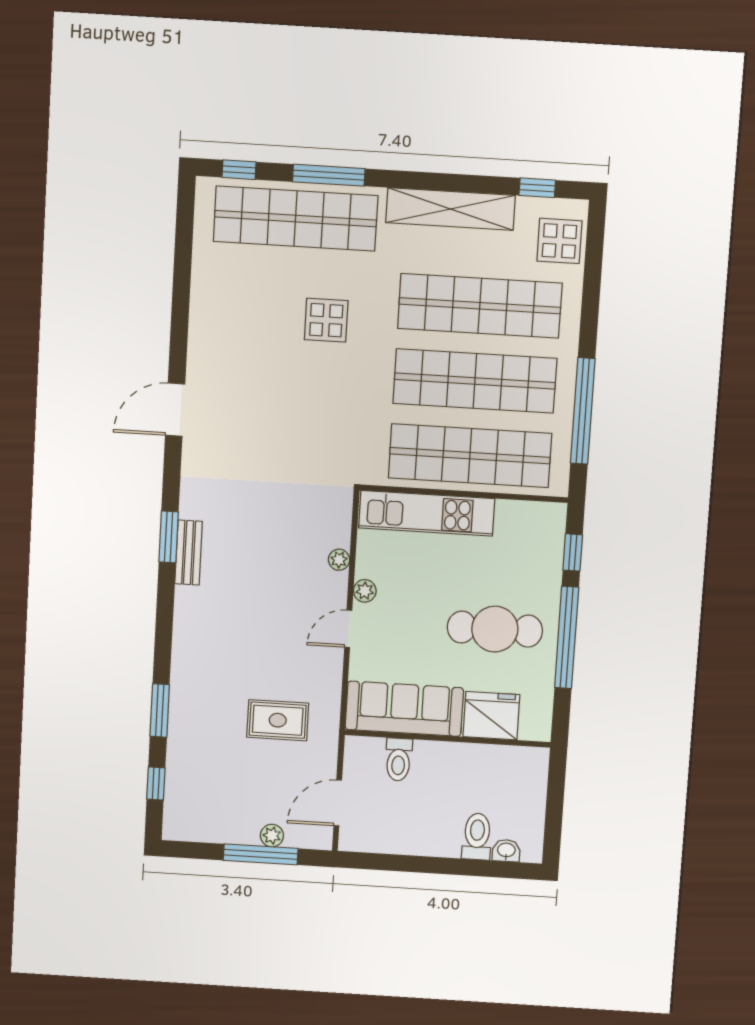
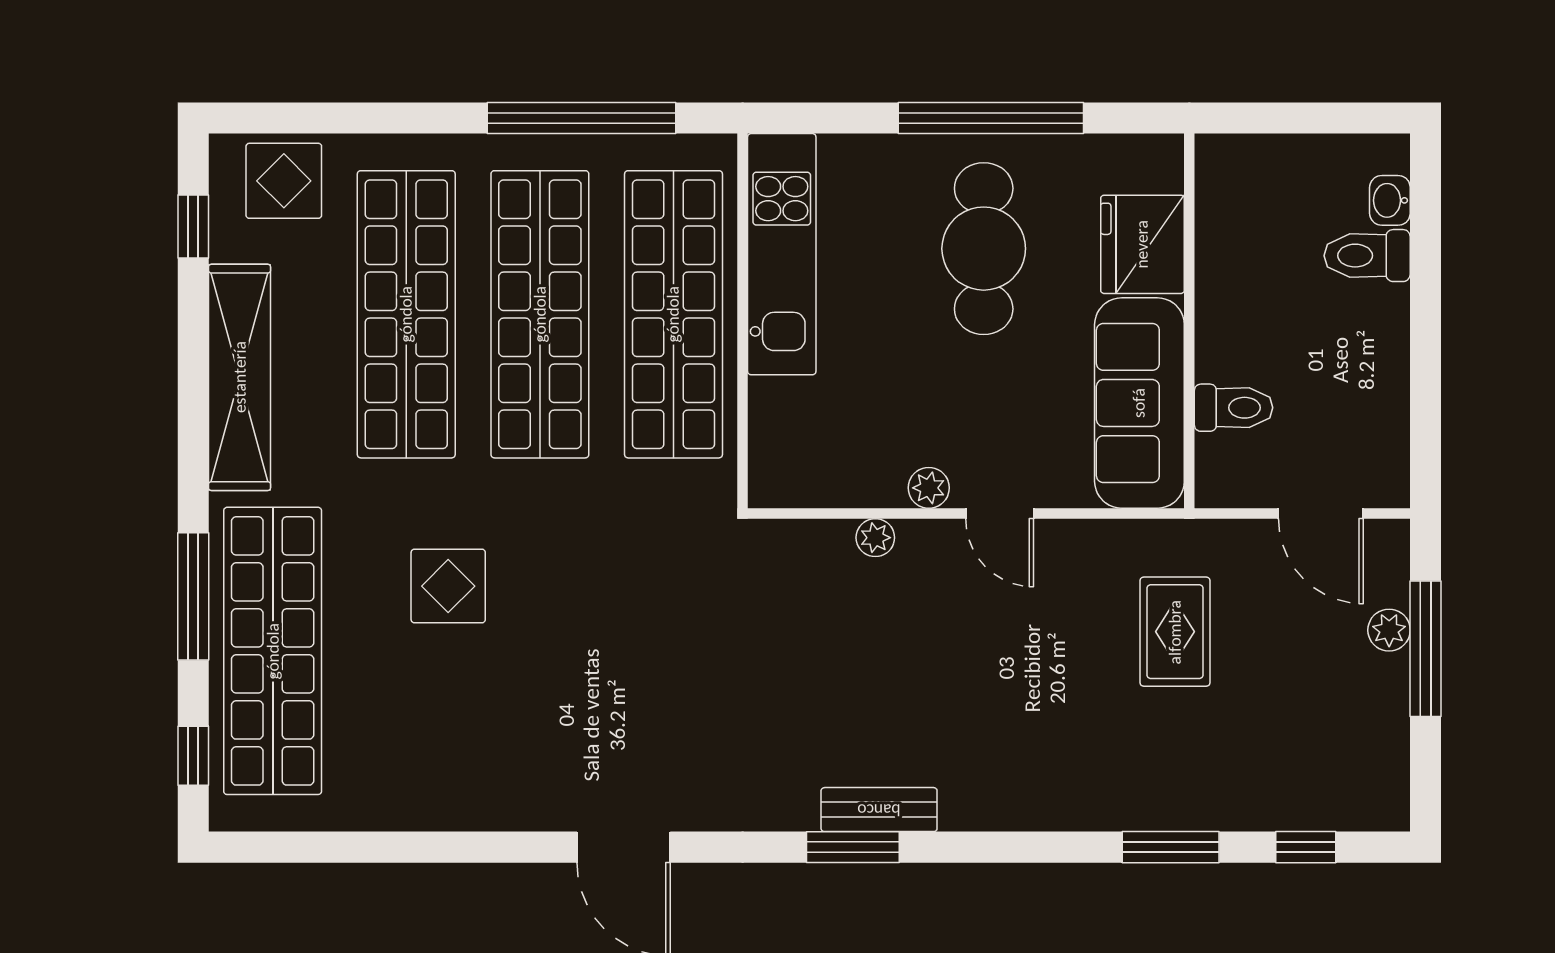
kitchen unit: (427, 513) -> (782, 254), moved
window: (573, 552) -> (836, 118), removed

